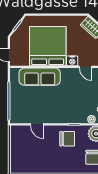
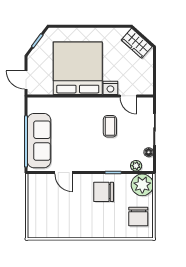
sofa: (40, 77) -> (39, 141), moved, turned -90
coffee table: (72, 90) -> (110, 126), added
chair: (67, 139) -> (104, 192), turned 180

